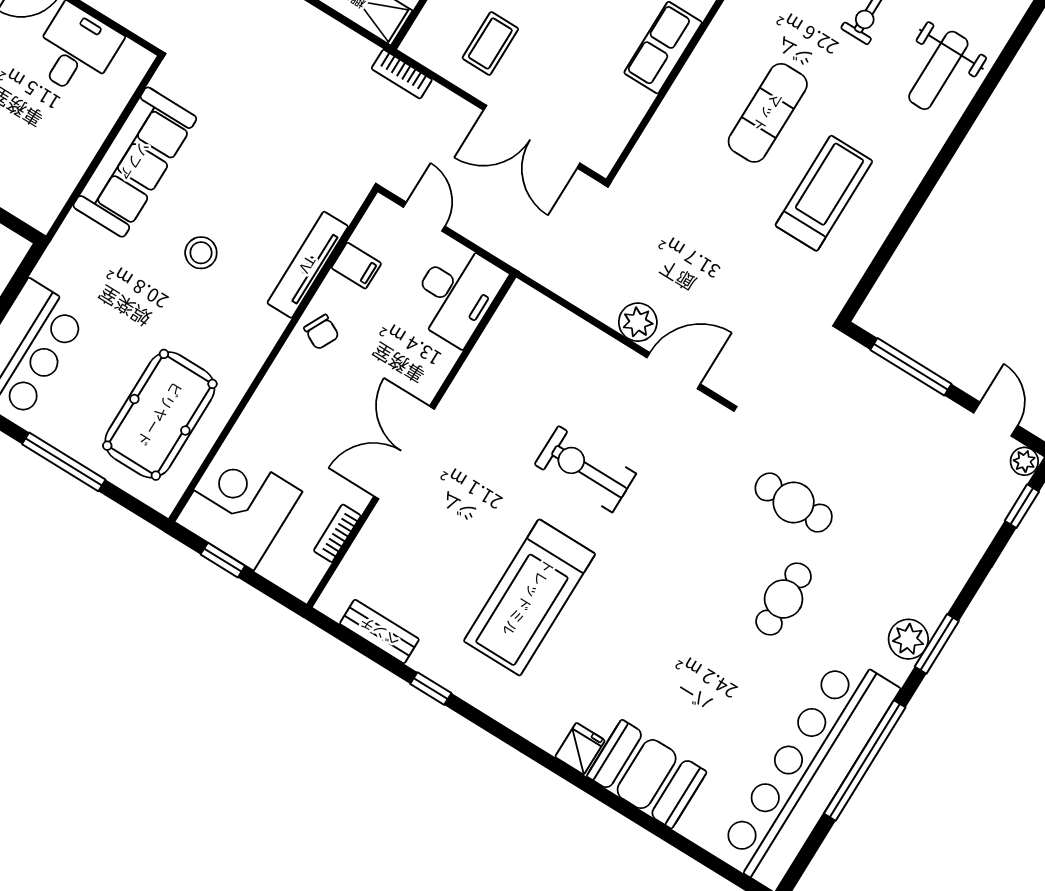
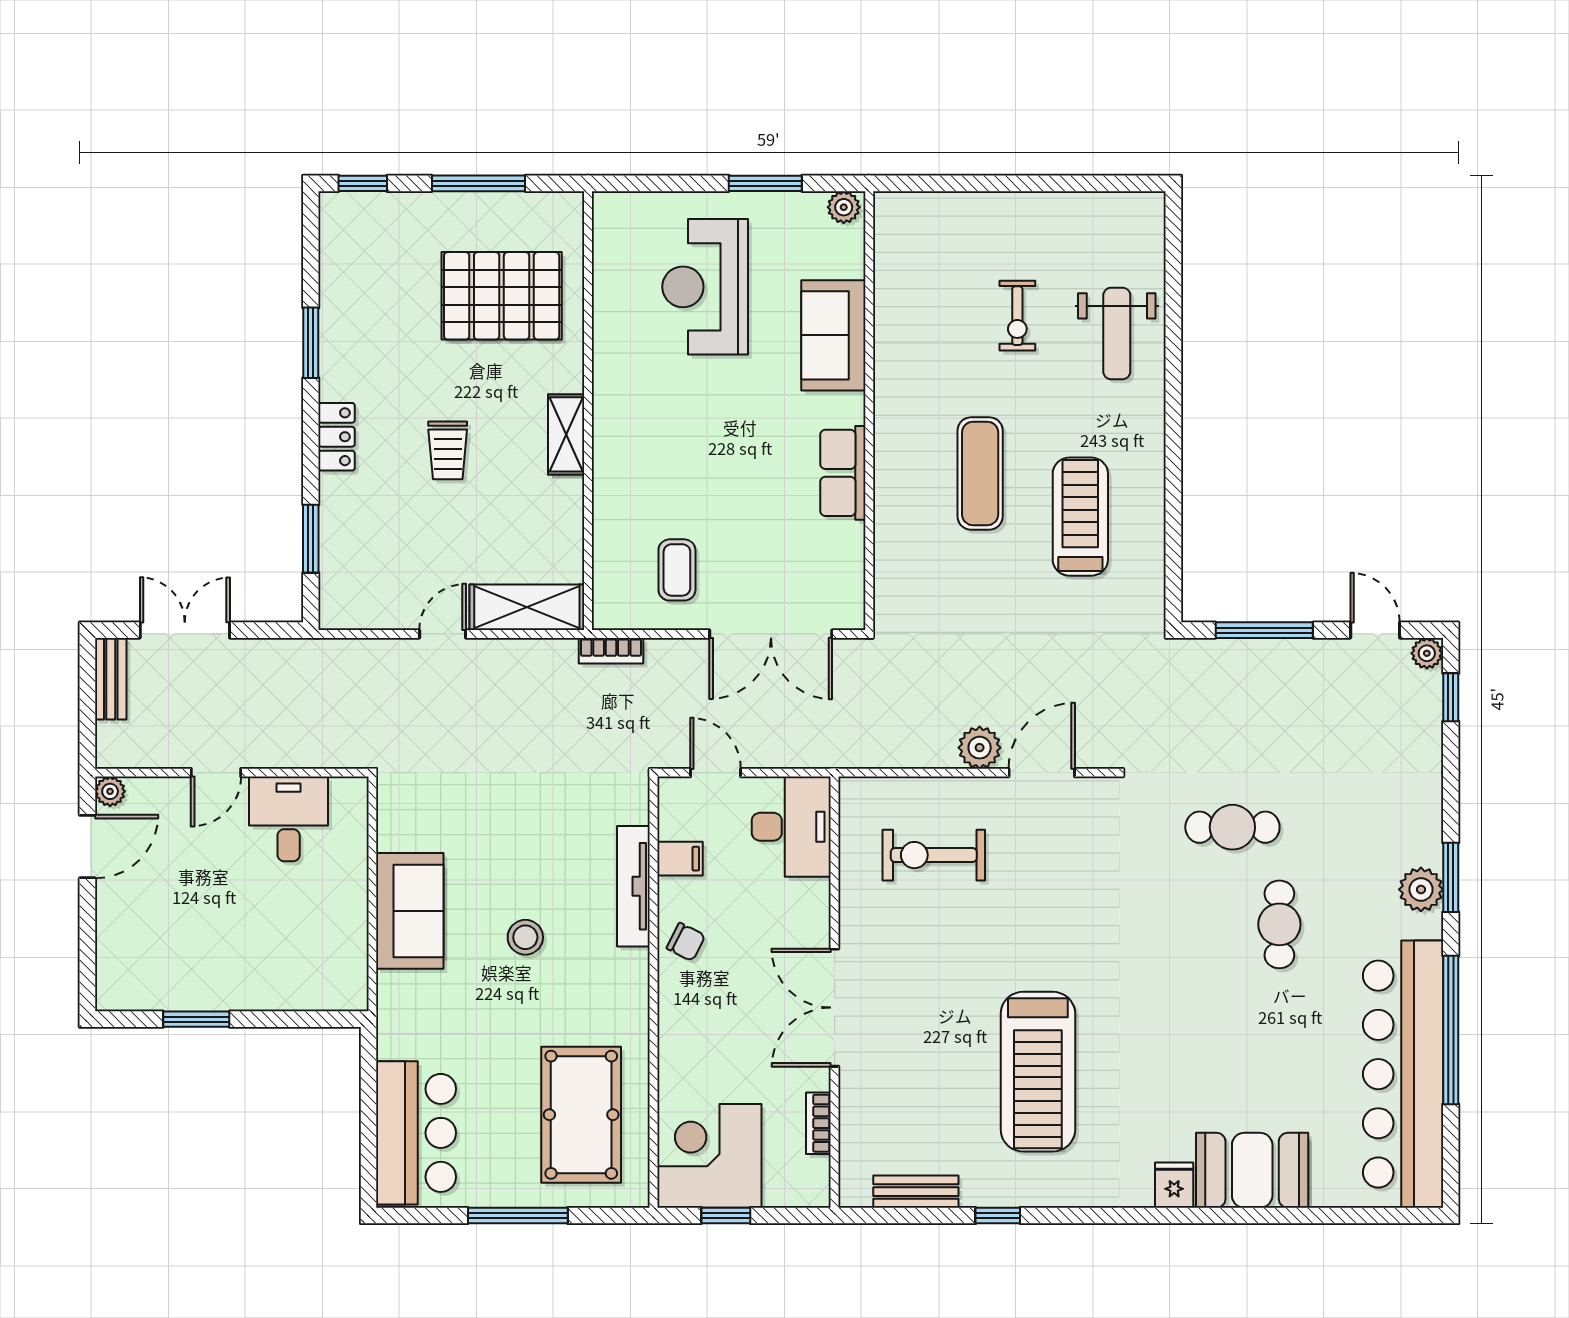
sofa: (135, 162) -> (410, 911), width x0.73
exercise bike: (585, 469) -> (934, 855), moved

